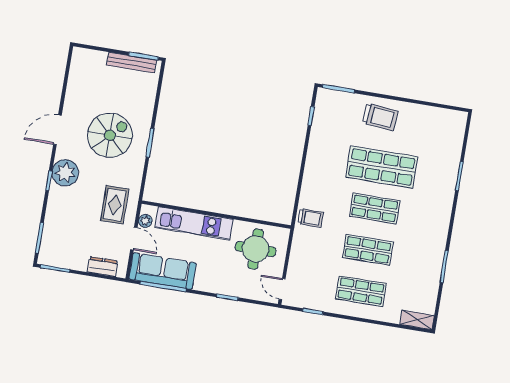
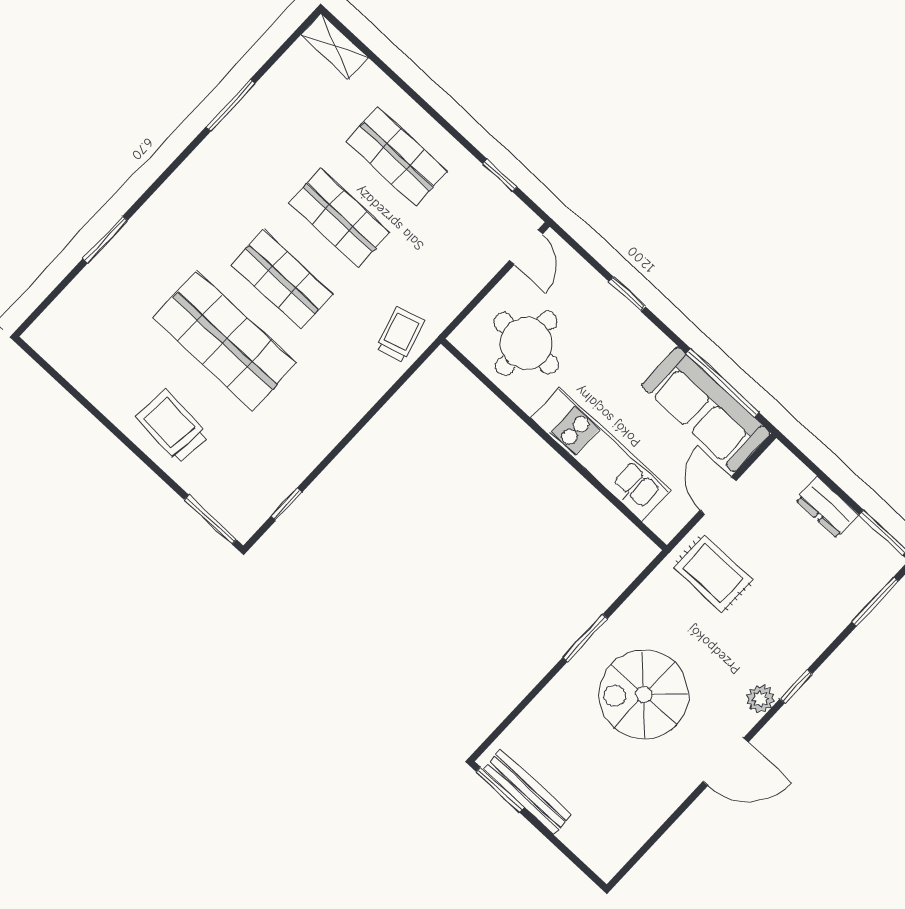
plant: (65, 173) -> (761, 699), width x0.53, depth x0.53
rug: (115, 205) -> (713, 573), turned 90
trolley: (311, 218) -> (400, 334), turned 73
plant: (145, 221) -> (679, 512), removed
dresser: (102, 267) -> (827, 507), moved

